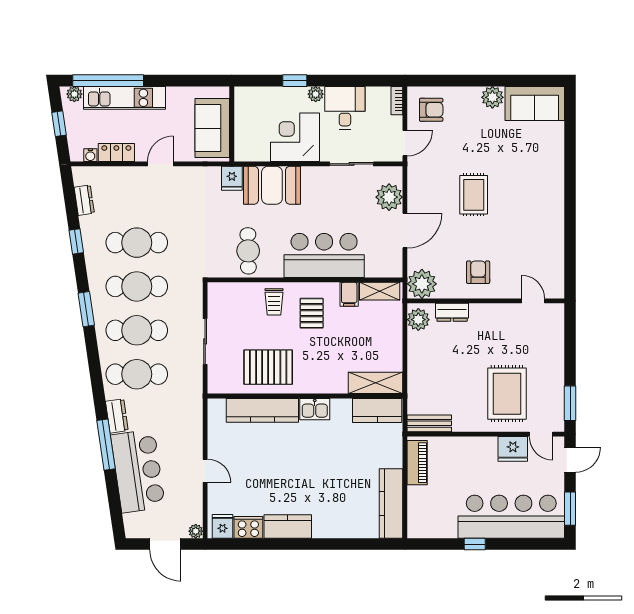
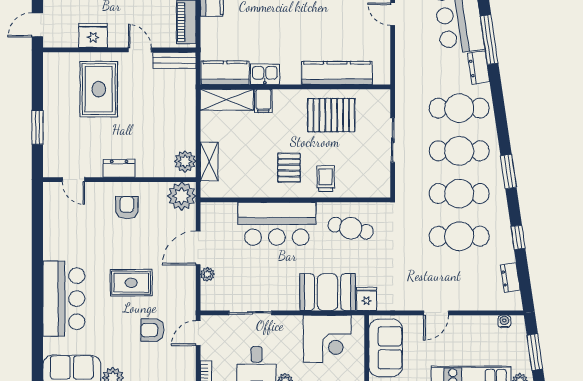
armchair: (431, 110) -> (152, 330), moved
window: (59, 124) -> (535, 352), width x1.50
corner desk: (295, 137) -> (327, 339), moved
locker: (116, 152) -> (479, 324), removed
bar counter: (543, 179) -> (64, 299), added
rug: (474, 195) -> (131, 283), turned 90
plant: (389, 197) -> (207, 274), width x0.53, depth x0.53
cafe table: (248, 251) -> (351, 228), turned -76
armchair: (478, 272) -> (127, 207), turned 180
shelving: (380, 291) -> (209, 162), moved, turned 90
filing cabinet: (349, 294) -> (263, 101), moved, turned 180
dresser: (452, 312) -> (119, 168), moved
window: (570, 403) -> (37, 127), moved
kitchen sink: (315, 409) -> (265, 74), moved
door: (541, 434) -> (140, 50), moved

